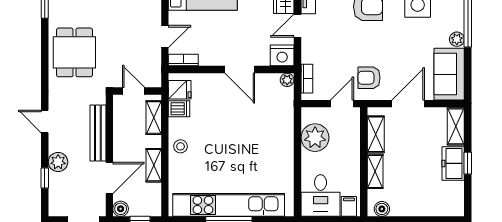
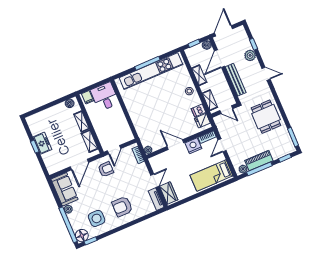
nightstand: (282, 55) -> (193, 146), moved
shelving: (456, 126) -> (49, 163), removed
plant: (315, 138) -> (121, 126), removed

